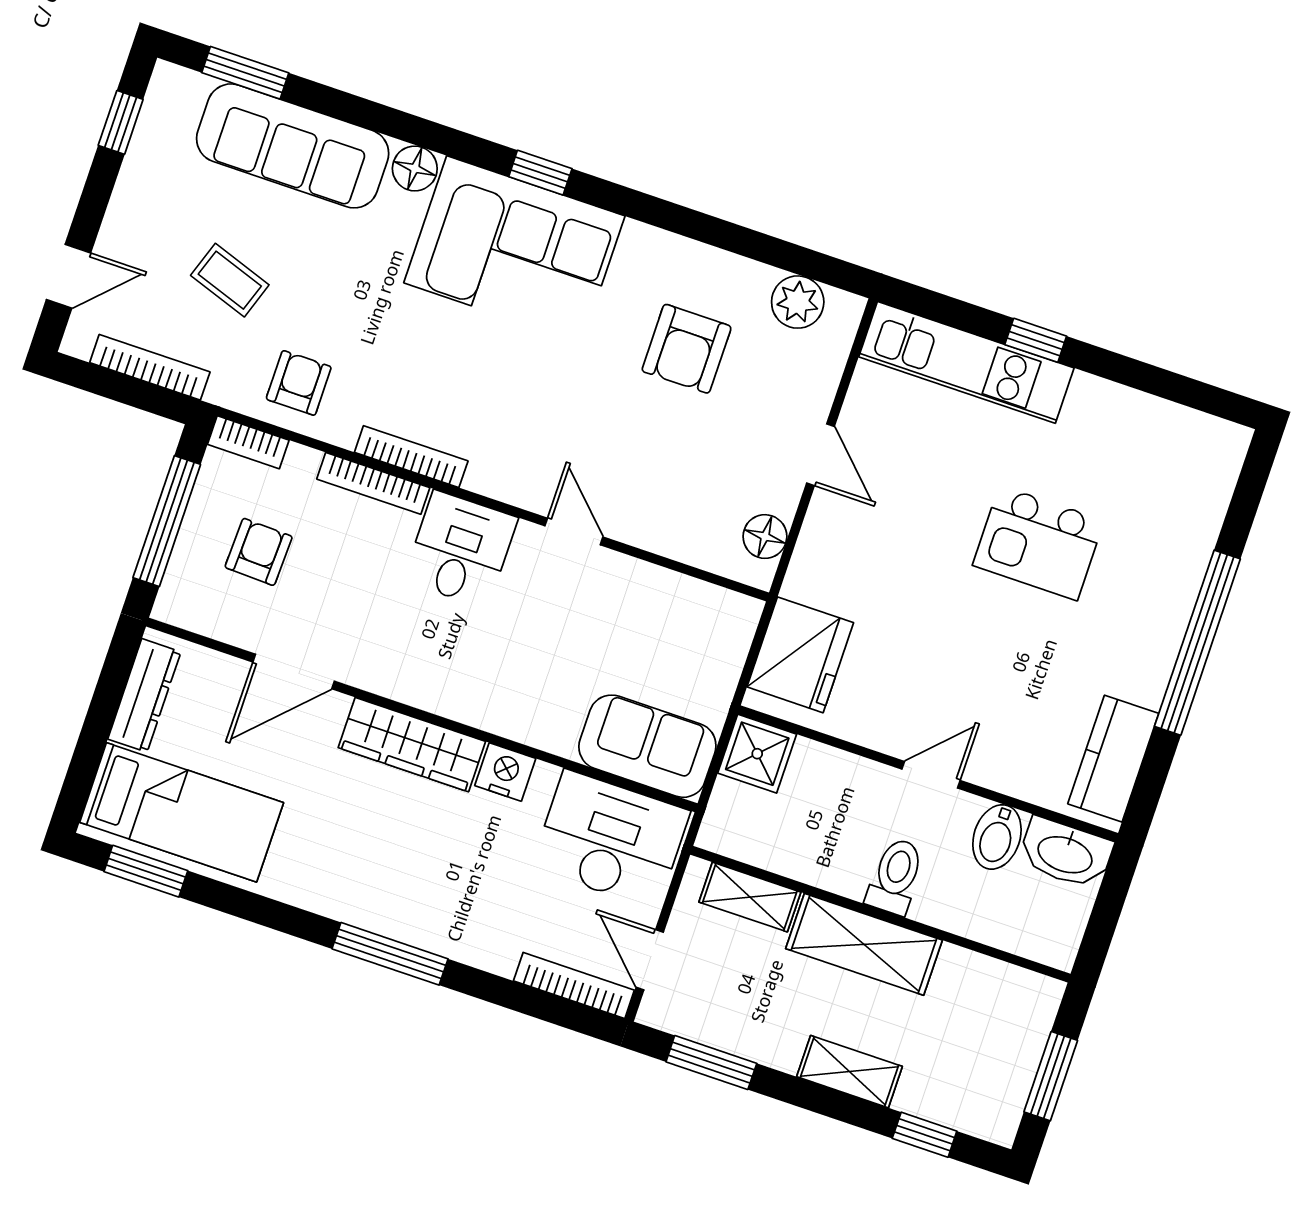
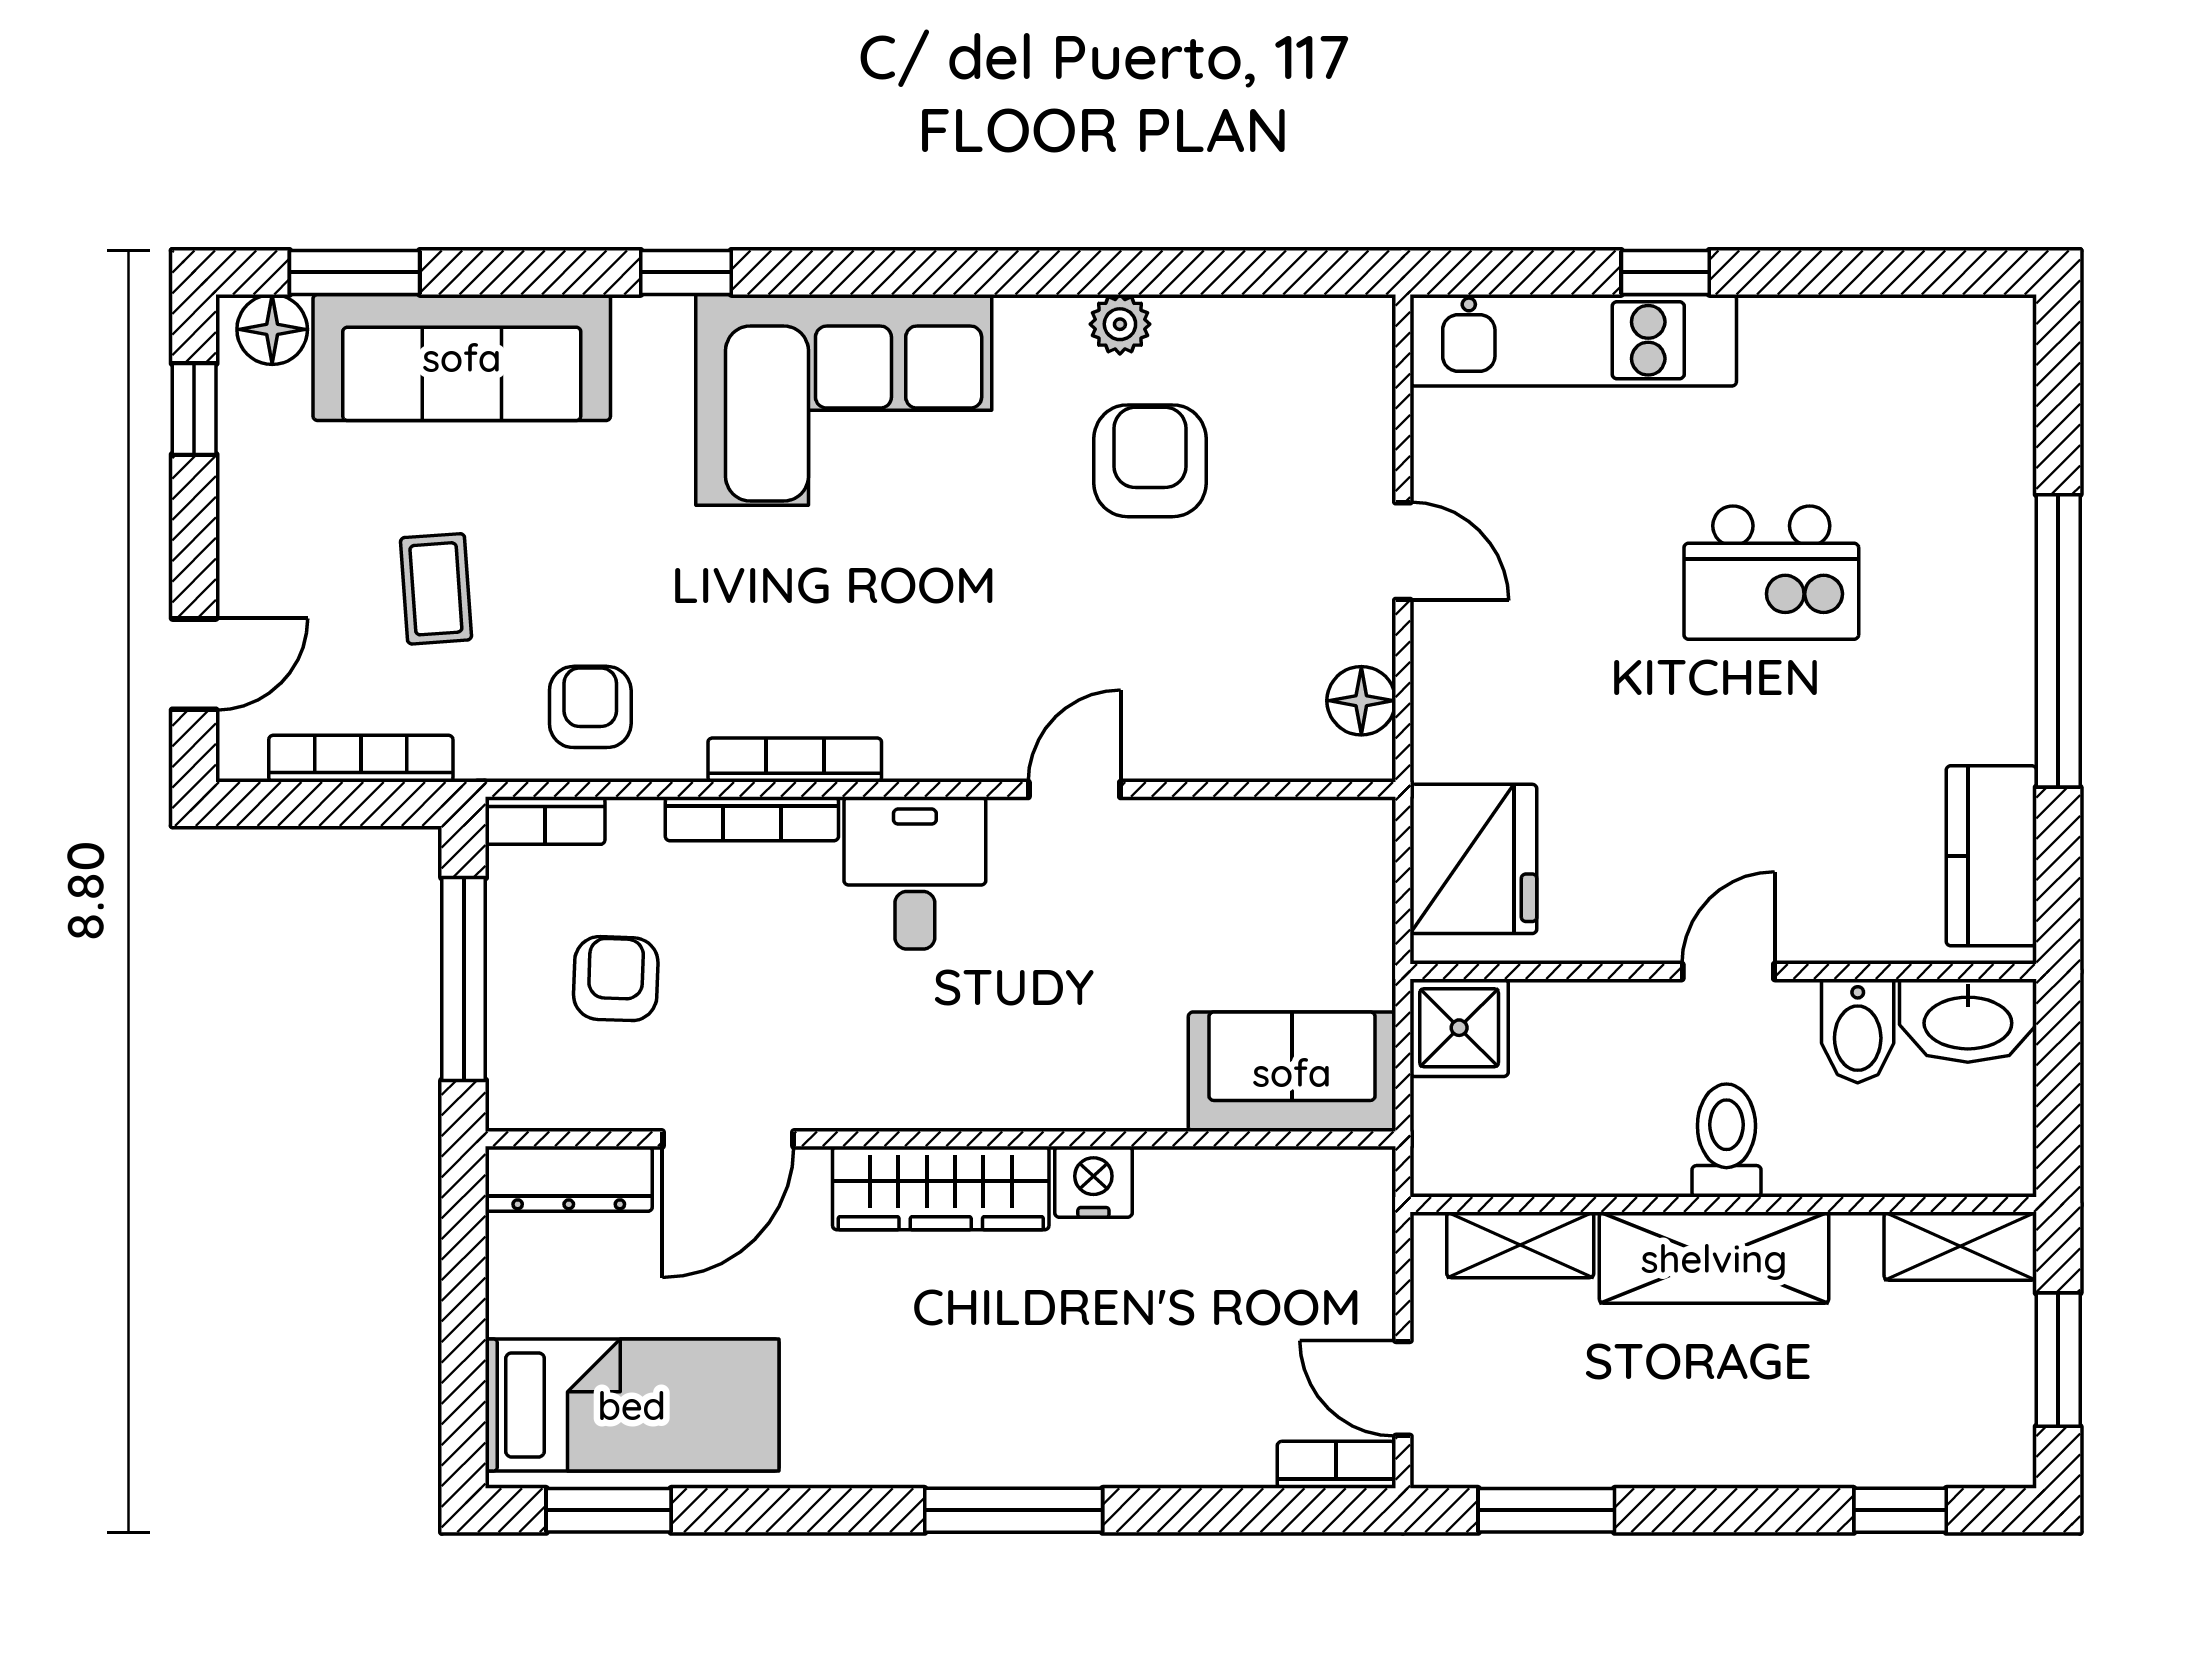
floor lamp: (415, 168) -> (272, 329), moved
window: (540, 173) -> (686, 272), moved
coffee table: (230, 280) -> (436, 589), turned 67
plant: (798, 302) -> (1120, 324), moved, width x0.73, depth x0.73
armchair: (687, 349) -> (1150, 461), turned 180
door: (574, 531) -> (1074, 789), hinge flipped
dresser: (144, 695) -> (569, 1179), moved, turned 90
desk: (611, 839) -> (1284, 1229), removed
bookcase: (574, 985) -> (1336, 1465), width x0.64
shelving: (849, 1072) -> (1960, 1246), moved

